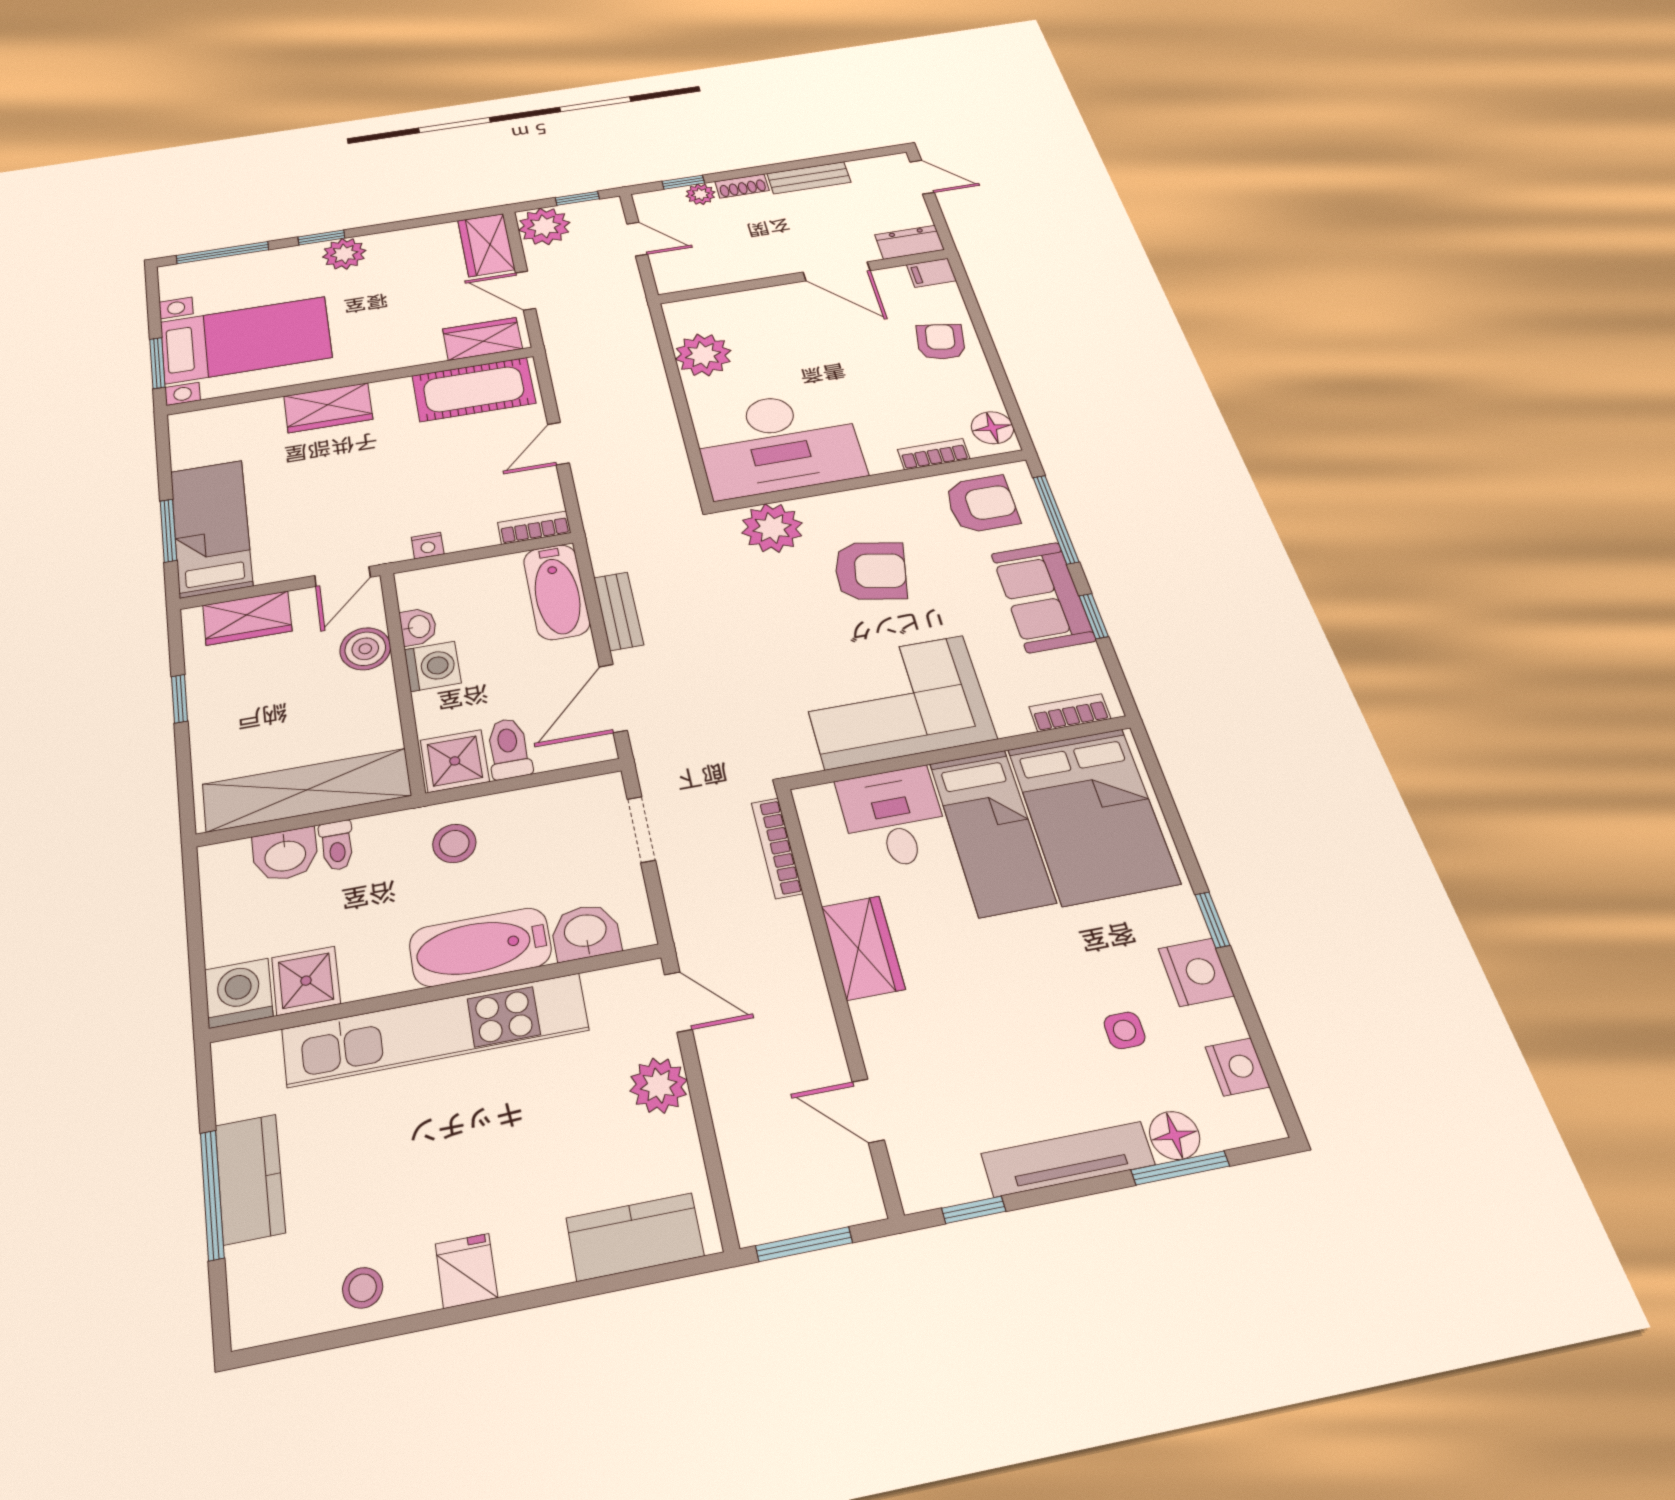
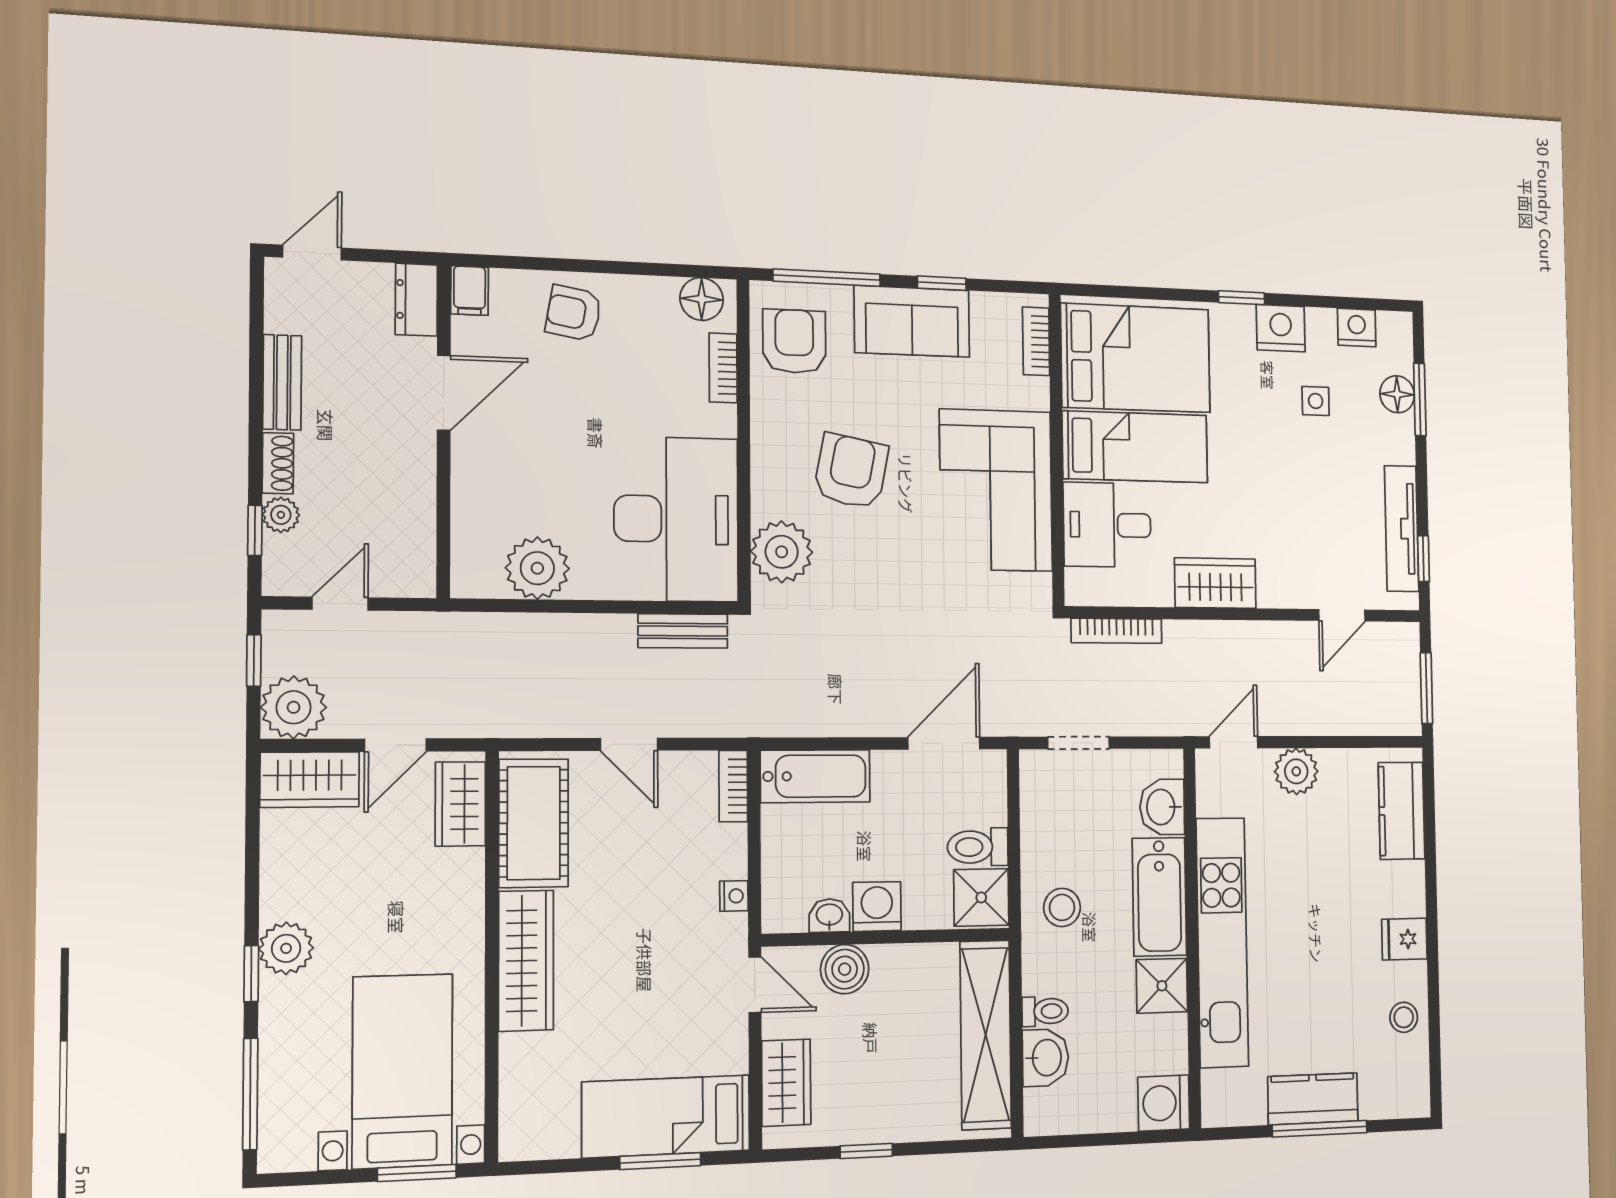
wardrobe: (328, 408) -> (526, 961), width x1.50
bench: (619, 611) -> (683, 631), moved
door: (613, 698) -> (944, 743), swing flipped
shower: (306, 981) -> (1162, 986), moved
tv unit: (1068, 1159) -> (1402, 529), moved

